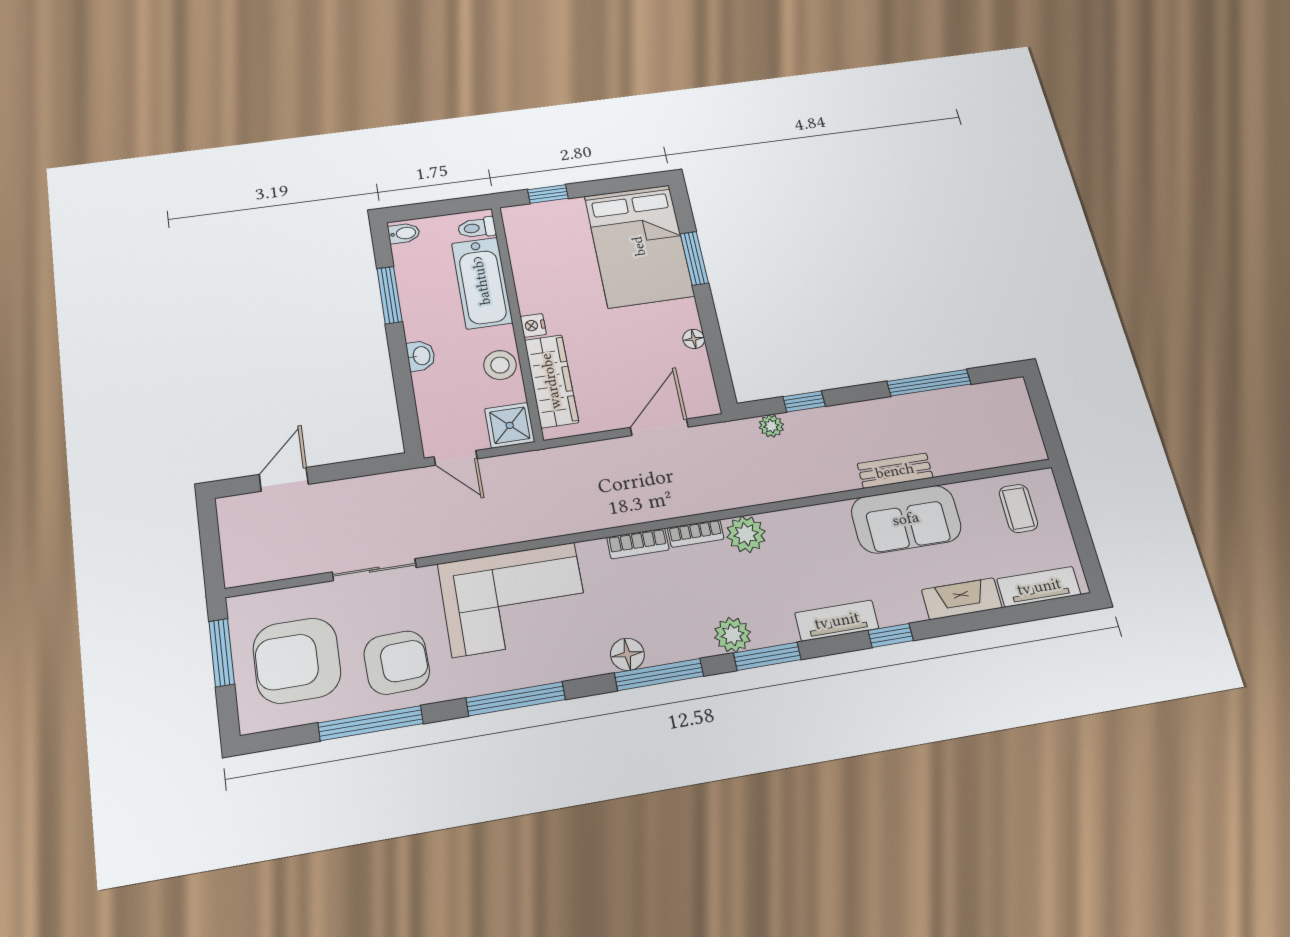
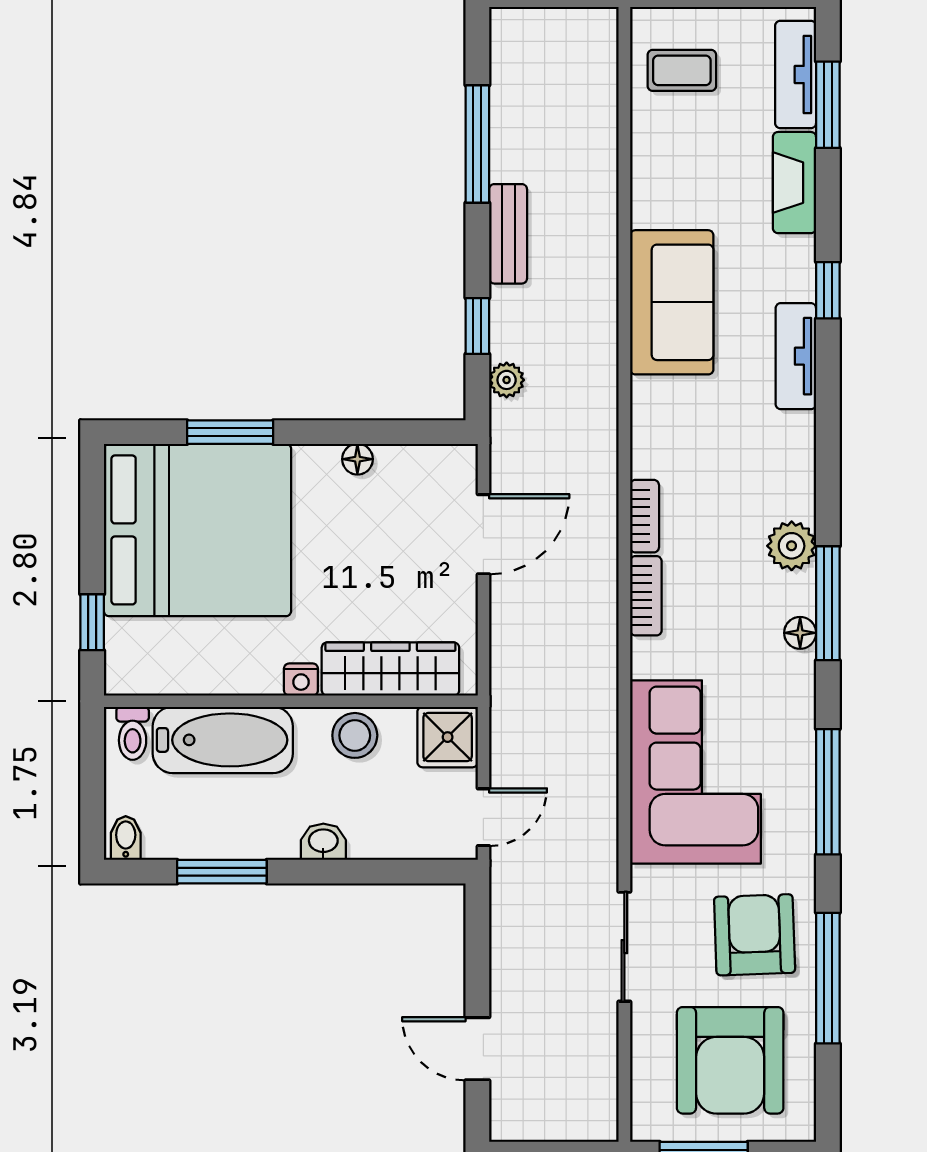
bed: (639, 246) -> (198, 530), width x1.36
door: (659, 427) -> (483, 534), swing flipped
bench: (895, 471) -> (508, 234), moved
sofa: (906, 519) -> (672, 302), moved
plant: (746, 534) -> (657, 449), removed
plant: (733, 635) -> (792, 546), moved
floor lamp: (627, 654) -> (800, 633), width x0.73, depth x0.73
window: (767, 656) -> (828, 105), moved

